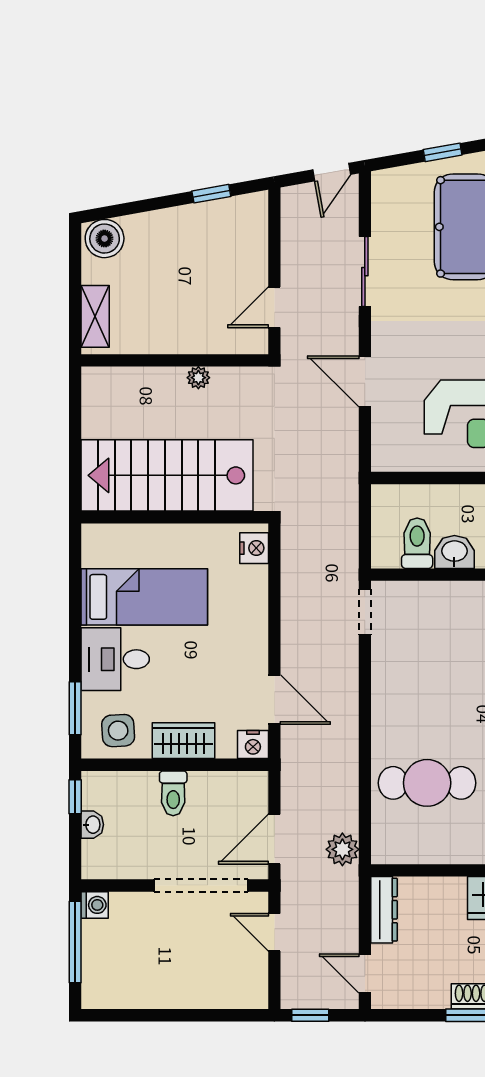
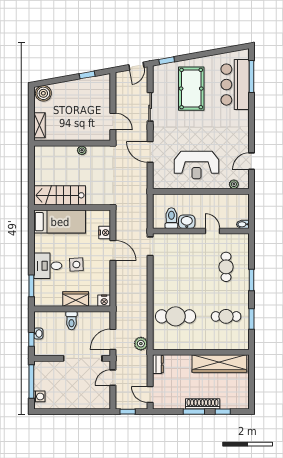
window: (443, 152) -> (167, 61), moved
door: (274, 307) -> (113, 121), swing flipped
stairs: (167, 475) -> (60, 195), width x0.73, depth x0.66
nightstand: (254, 548) -> (105, 233), moved
bed: (144, 597) -> (60, 222), moved
door: (274, 700) -> (113, 251), moved
side table: (118, 731) -> (76, 265), moved
window: (75, 797) -> (31, 339), moved
washing machine: (95, 905) -> (39, 396), moved
dresser: (384, 910) -> (158, 364), width x0.70
door: (274, 932) -> (113, 378), hinge flipped

